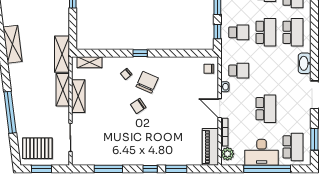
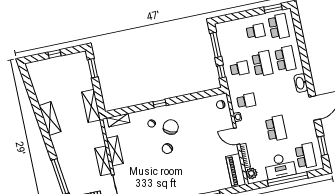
shelving: (62, 54) -> (91, 106), moved
shelving: (63, 90) -> (103, 161), moved

